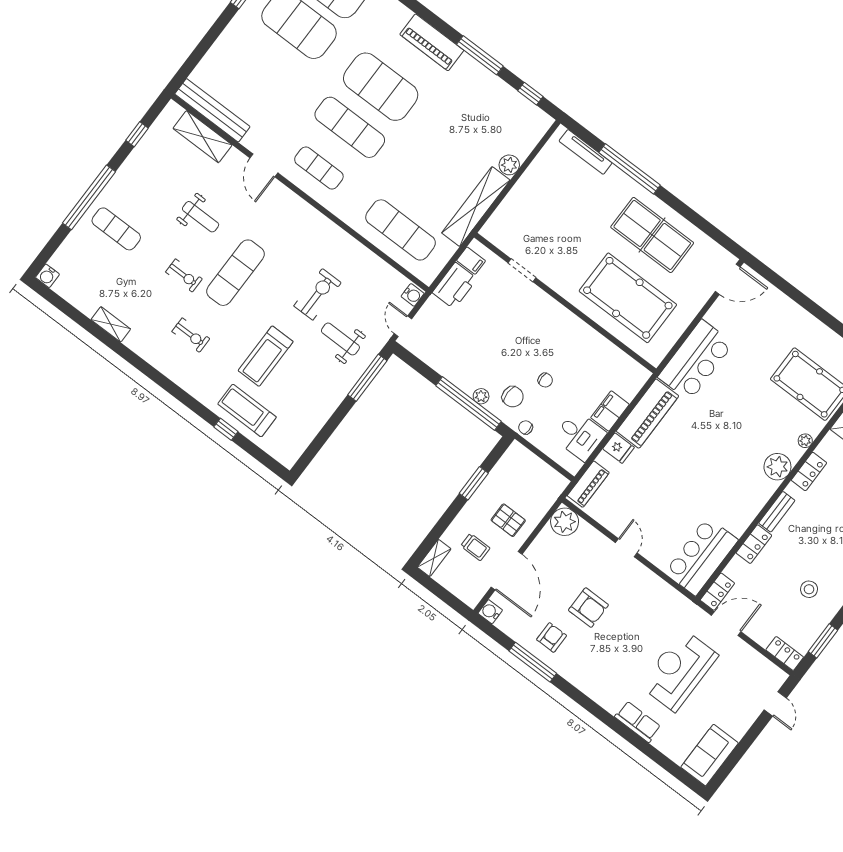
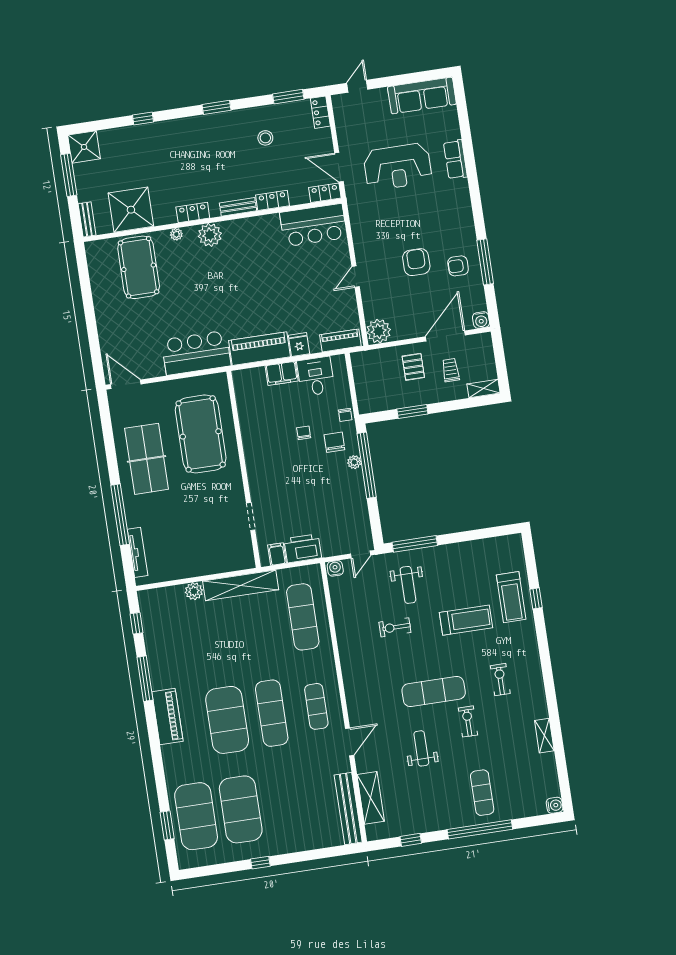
exercise bike: (318, 294) -> (395, 627), width x0.73, depth x0.72
sofa: (710, 755) -> (422, 95), width x1.36

